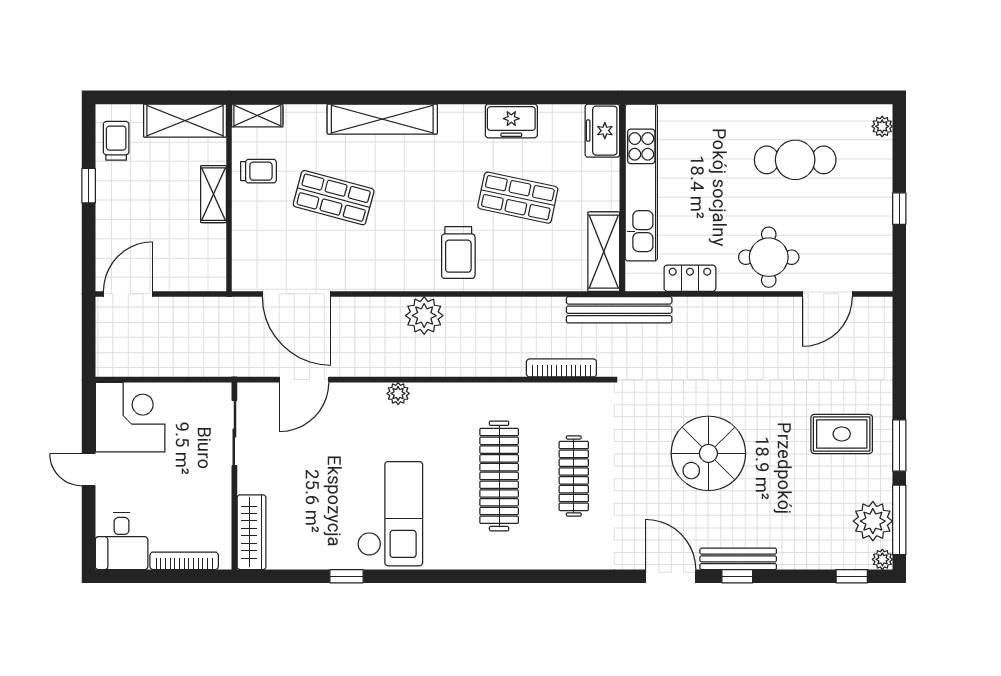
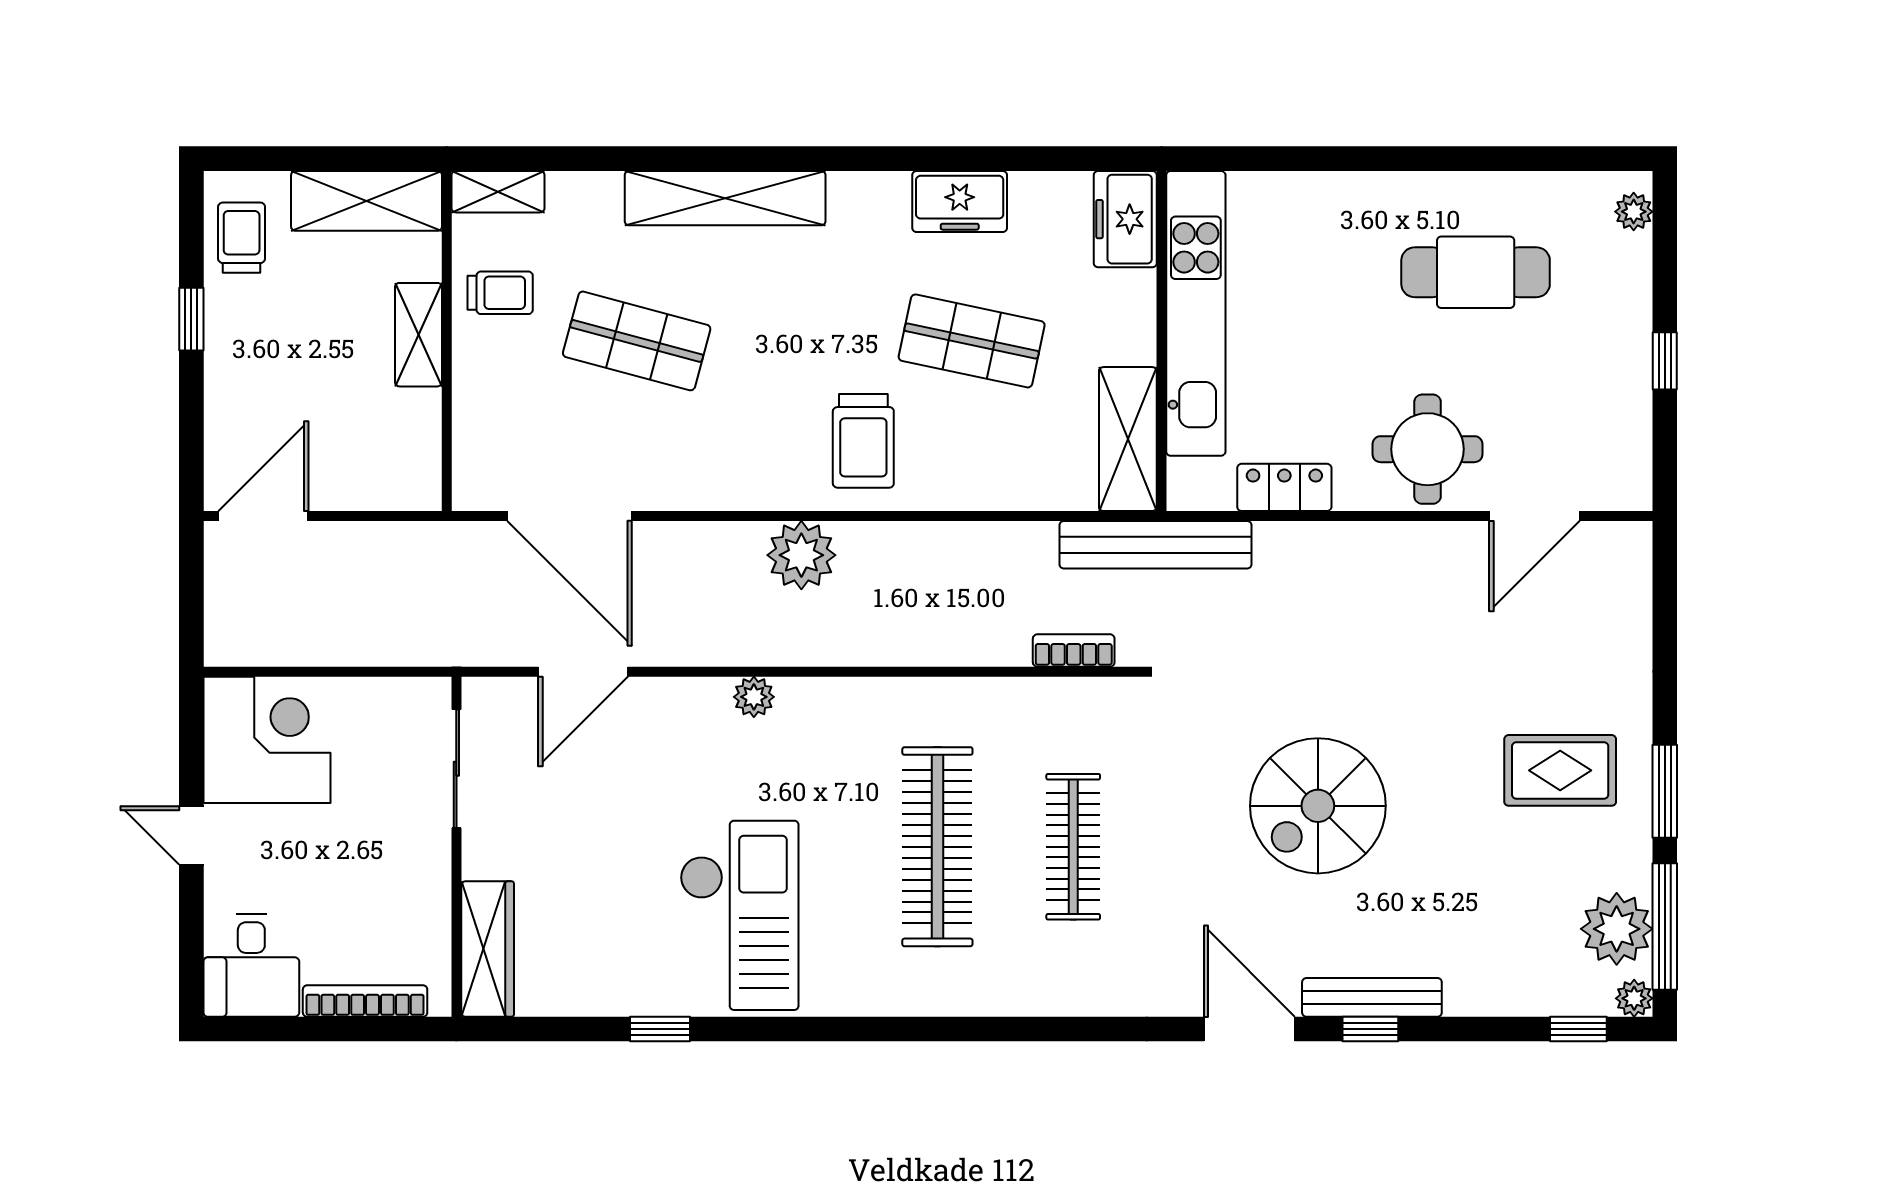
bookcase: (561, 368) -> (1074, 650), width x0.64

